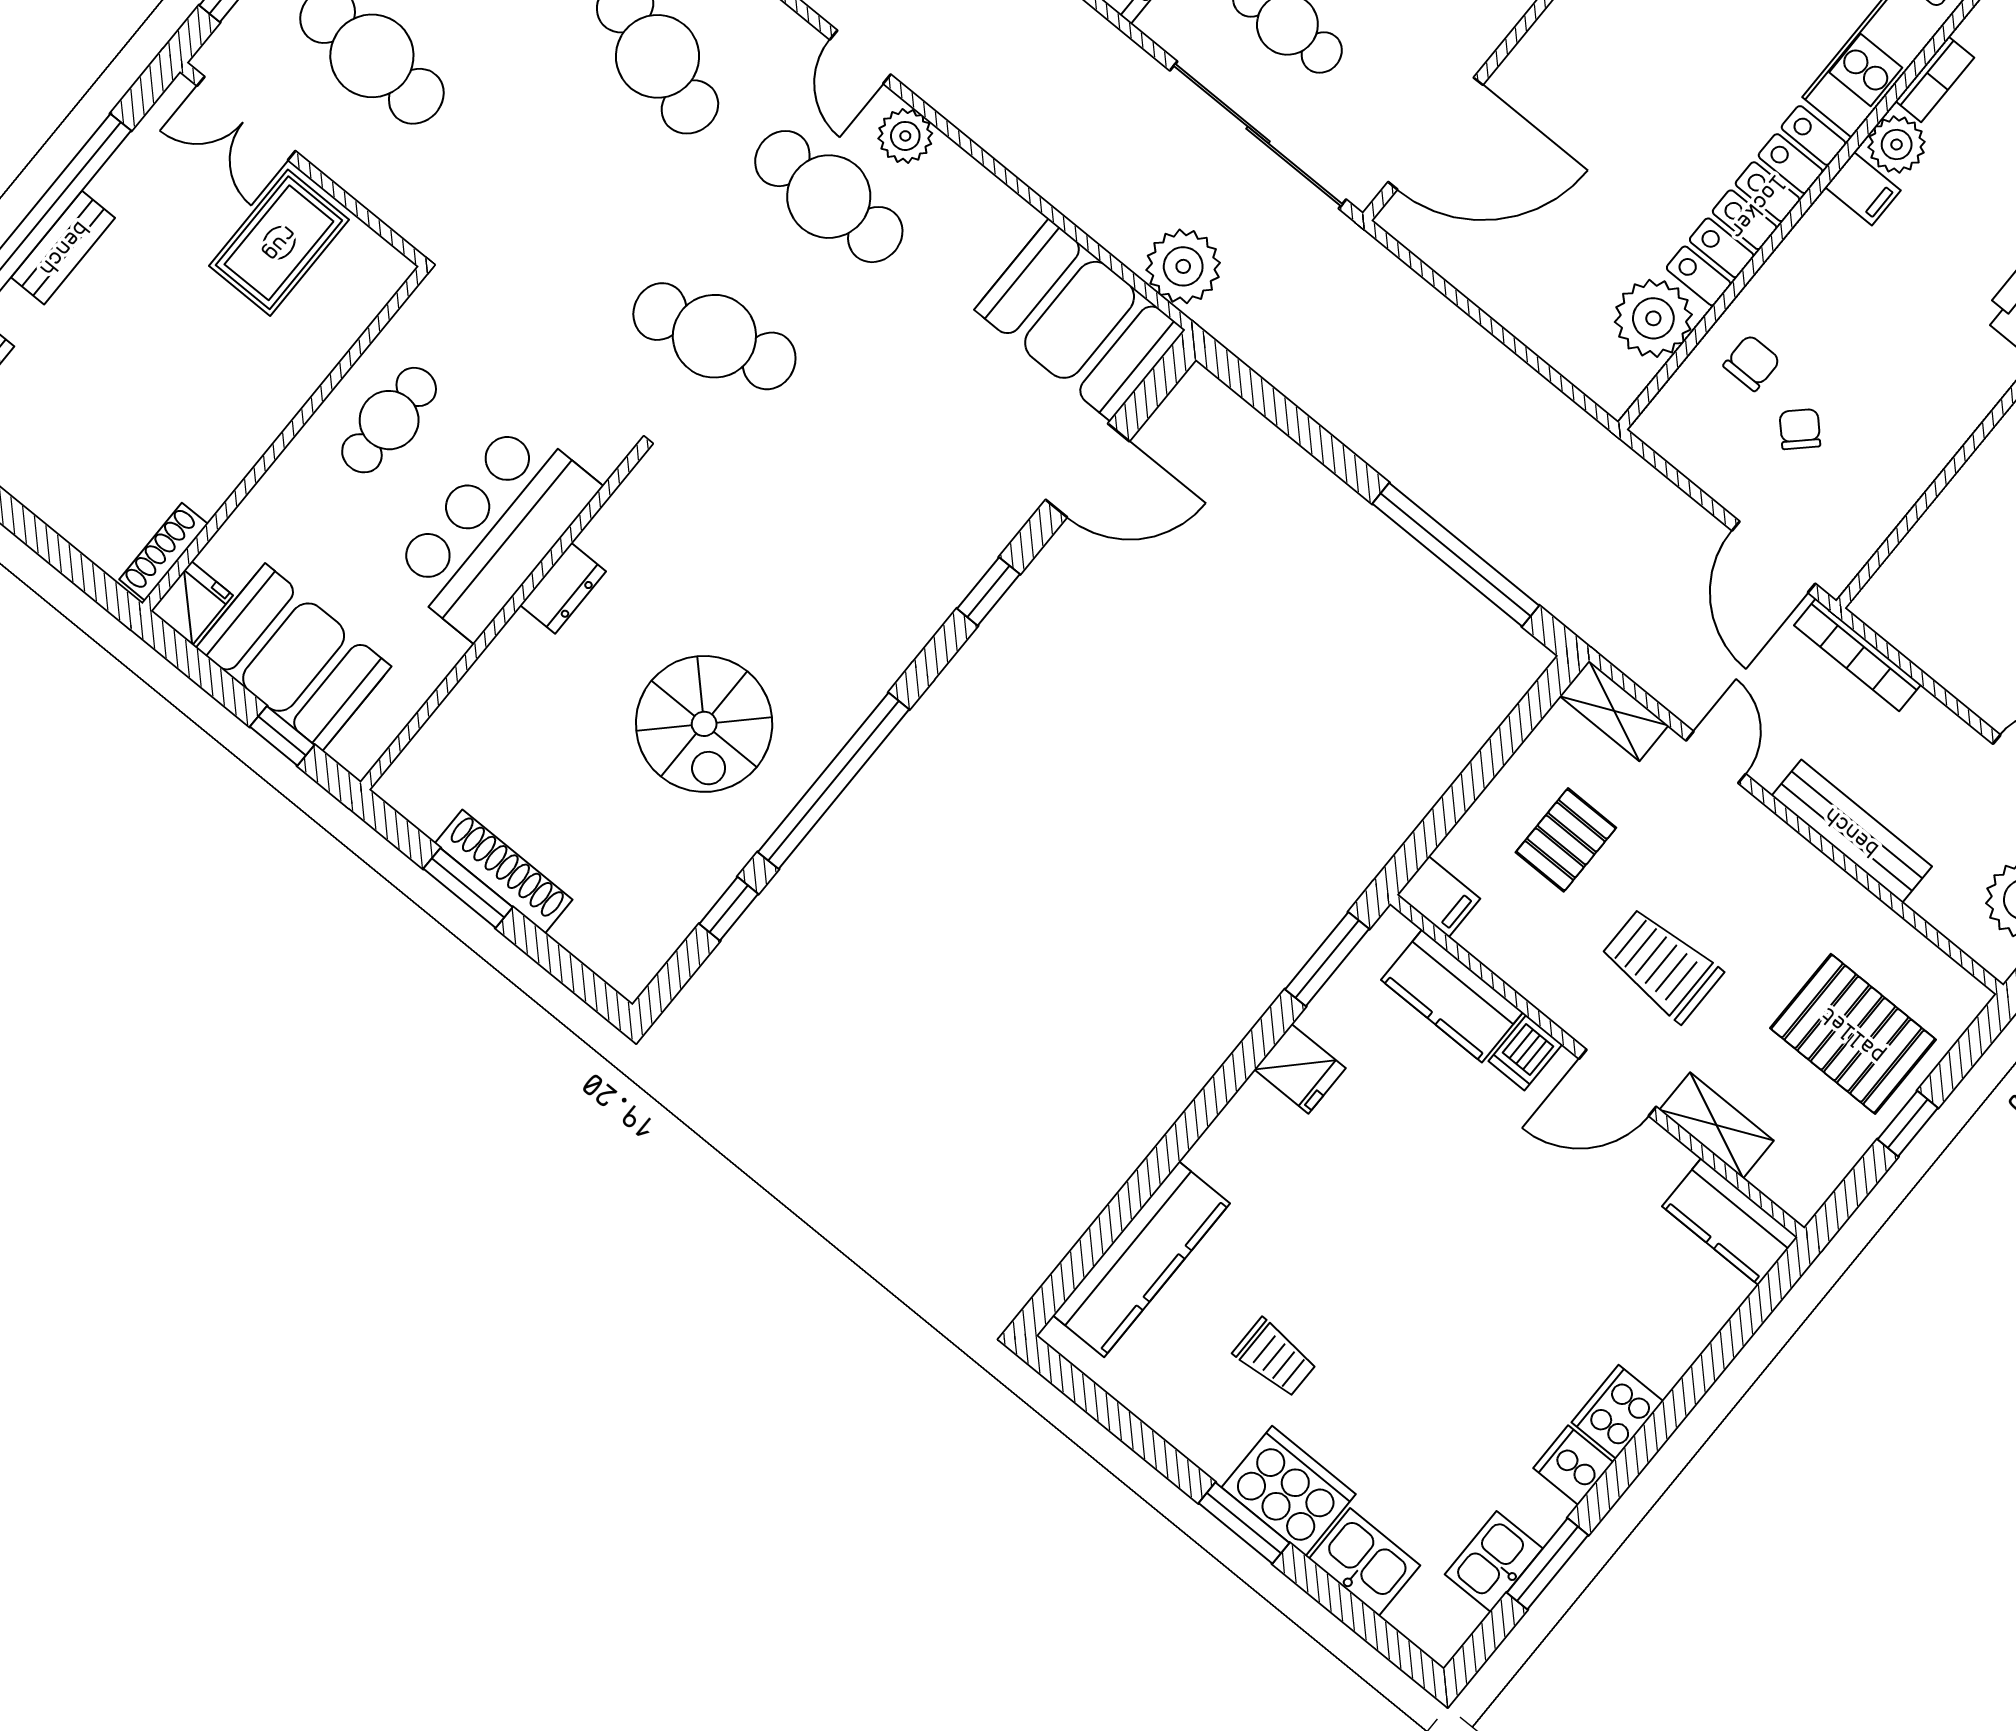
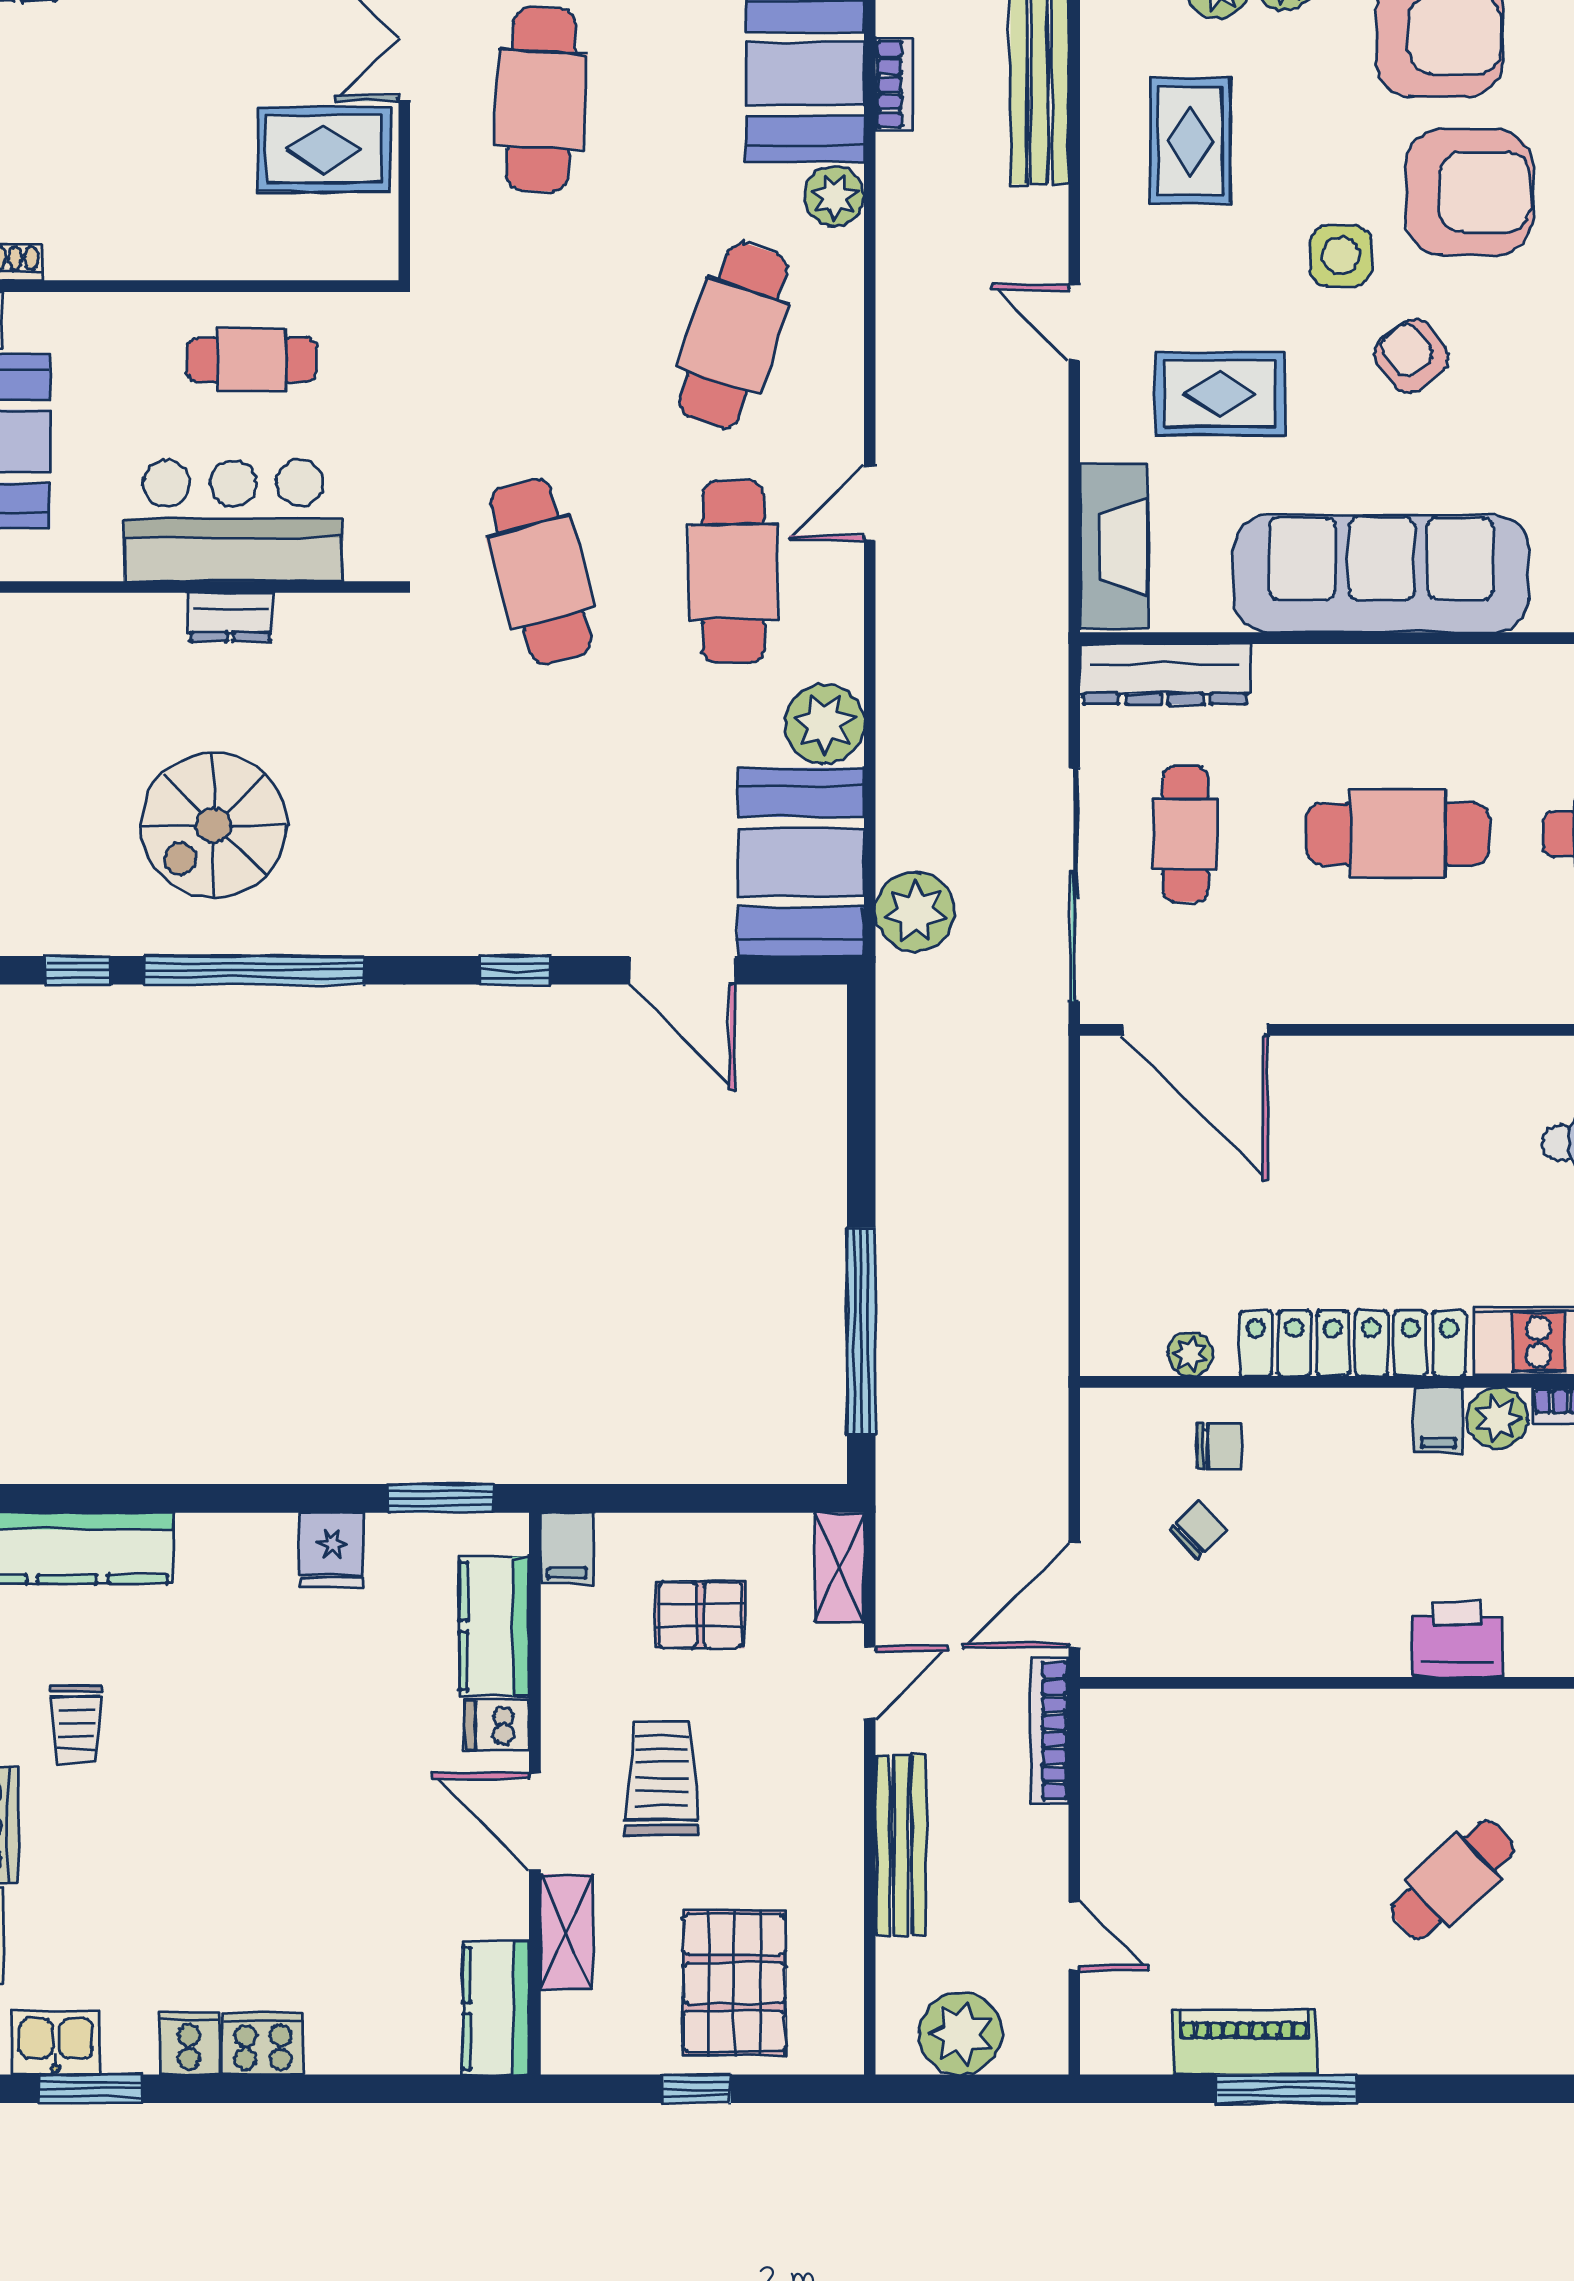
plant: (905, 136) -> (824, 724), moved, width x1.36, depth x1.36
plant: (1653, 318) -> (1190, 1354), width x0.53, depth x0.53

